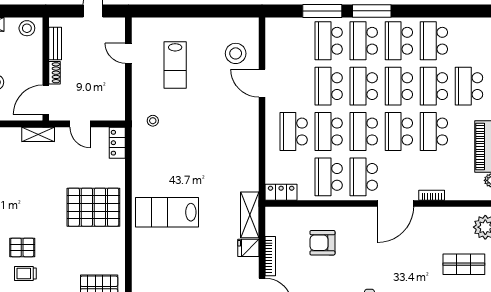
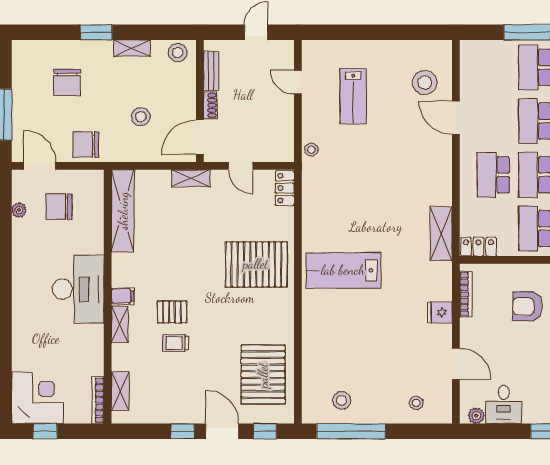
stool: (153, 121) -> (311, 150), moved
shelving: (250, 215) -> (441, 234), moved
bookcase: (270, 256) -> (466, 294), moved

